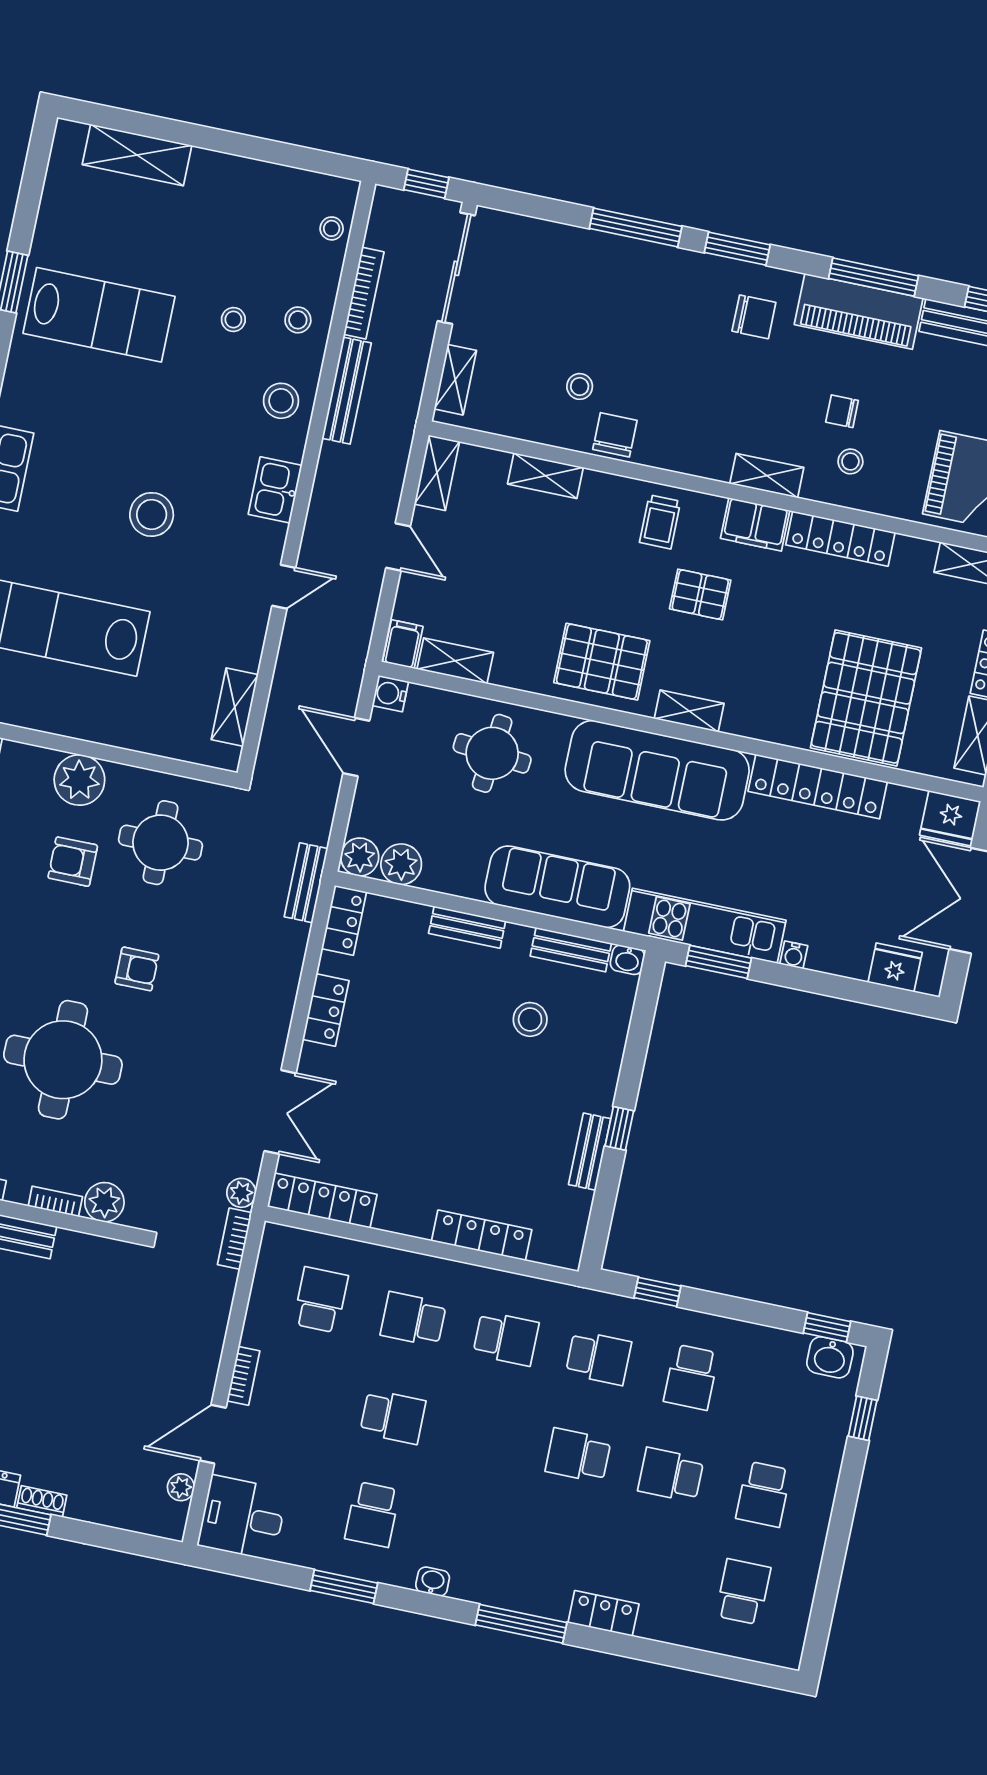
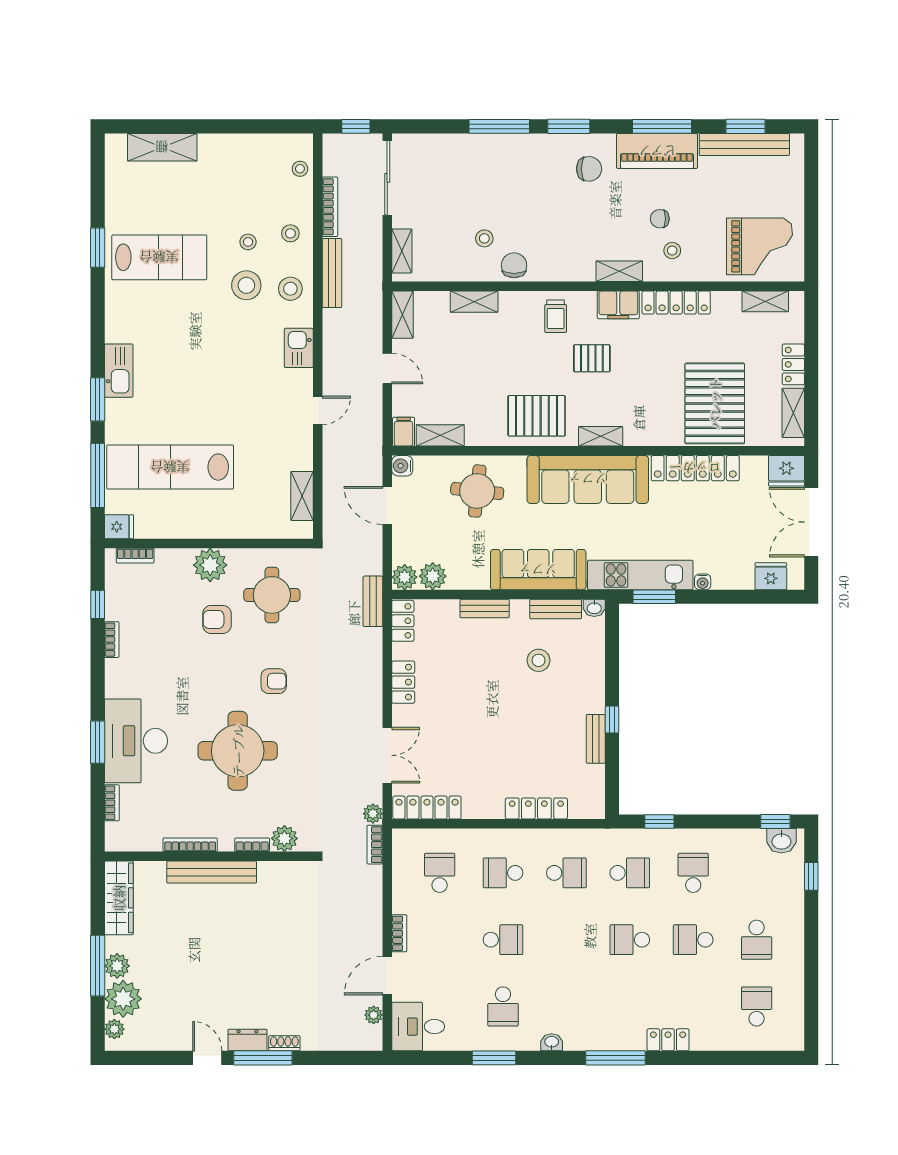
stool: (152, 514) -> (246, 285), moved
school desk: (691, 1377) -> (693, 873), turned 180

